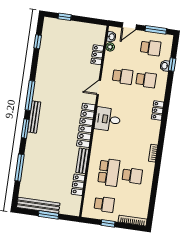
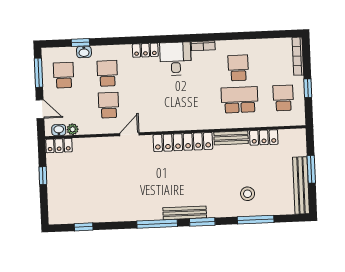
window: (65, 17) -> (43, 176), moved
locker: (97, 55) -> (59, 146), moved
door: (99, 88) -> (129, 134), swing flipped
desk: (108, 119) -> (176, 59), moved, turned 180
stool: (39, 165) -> (248, 194), added

